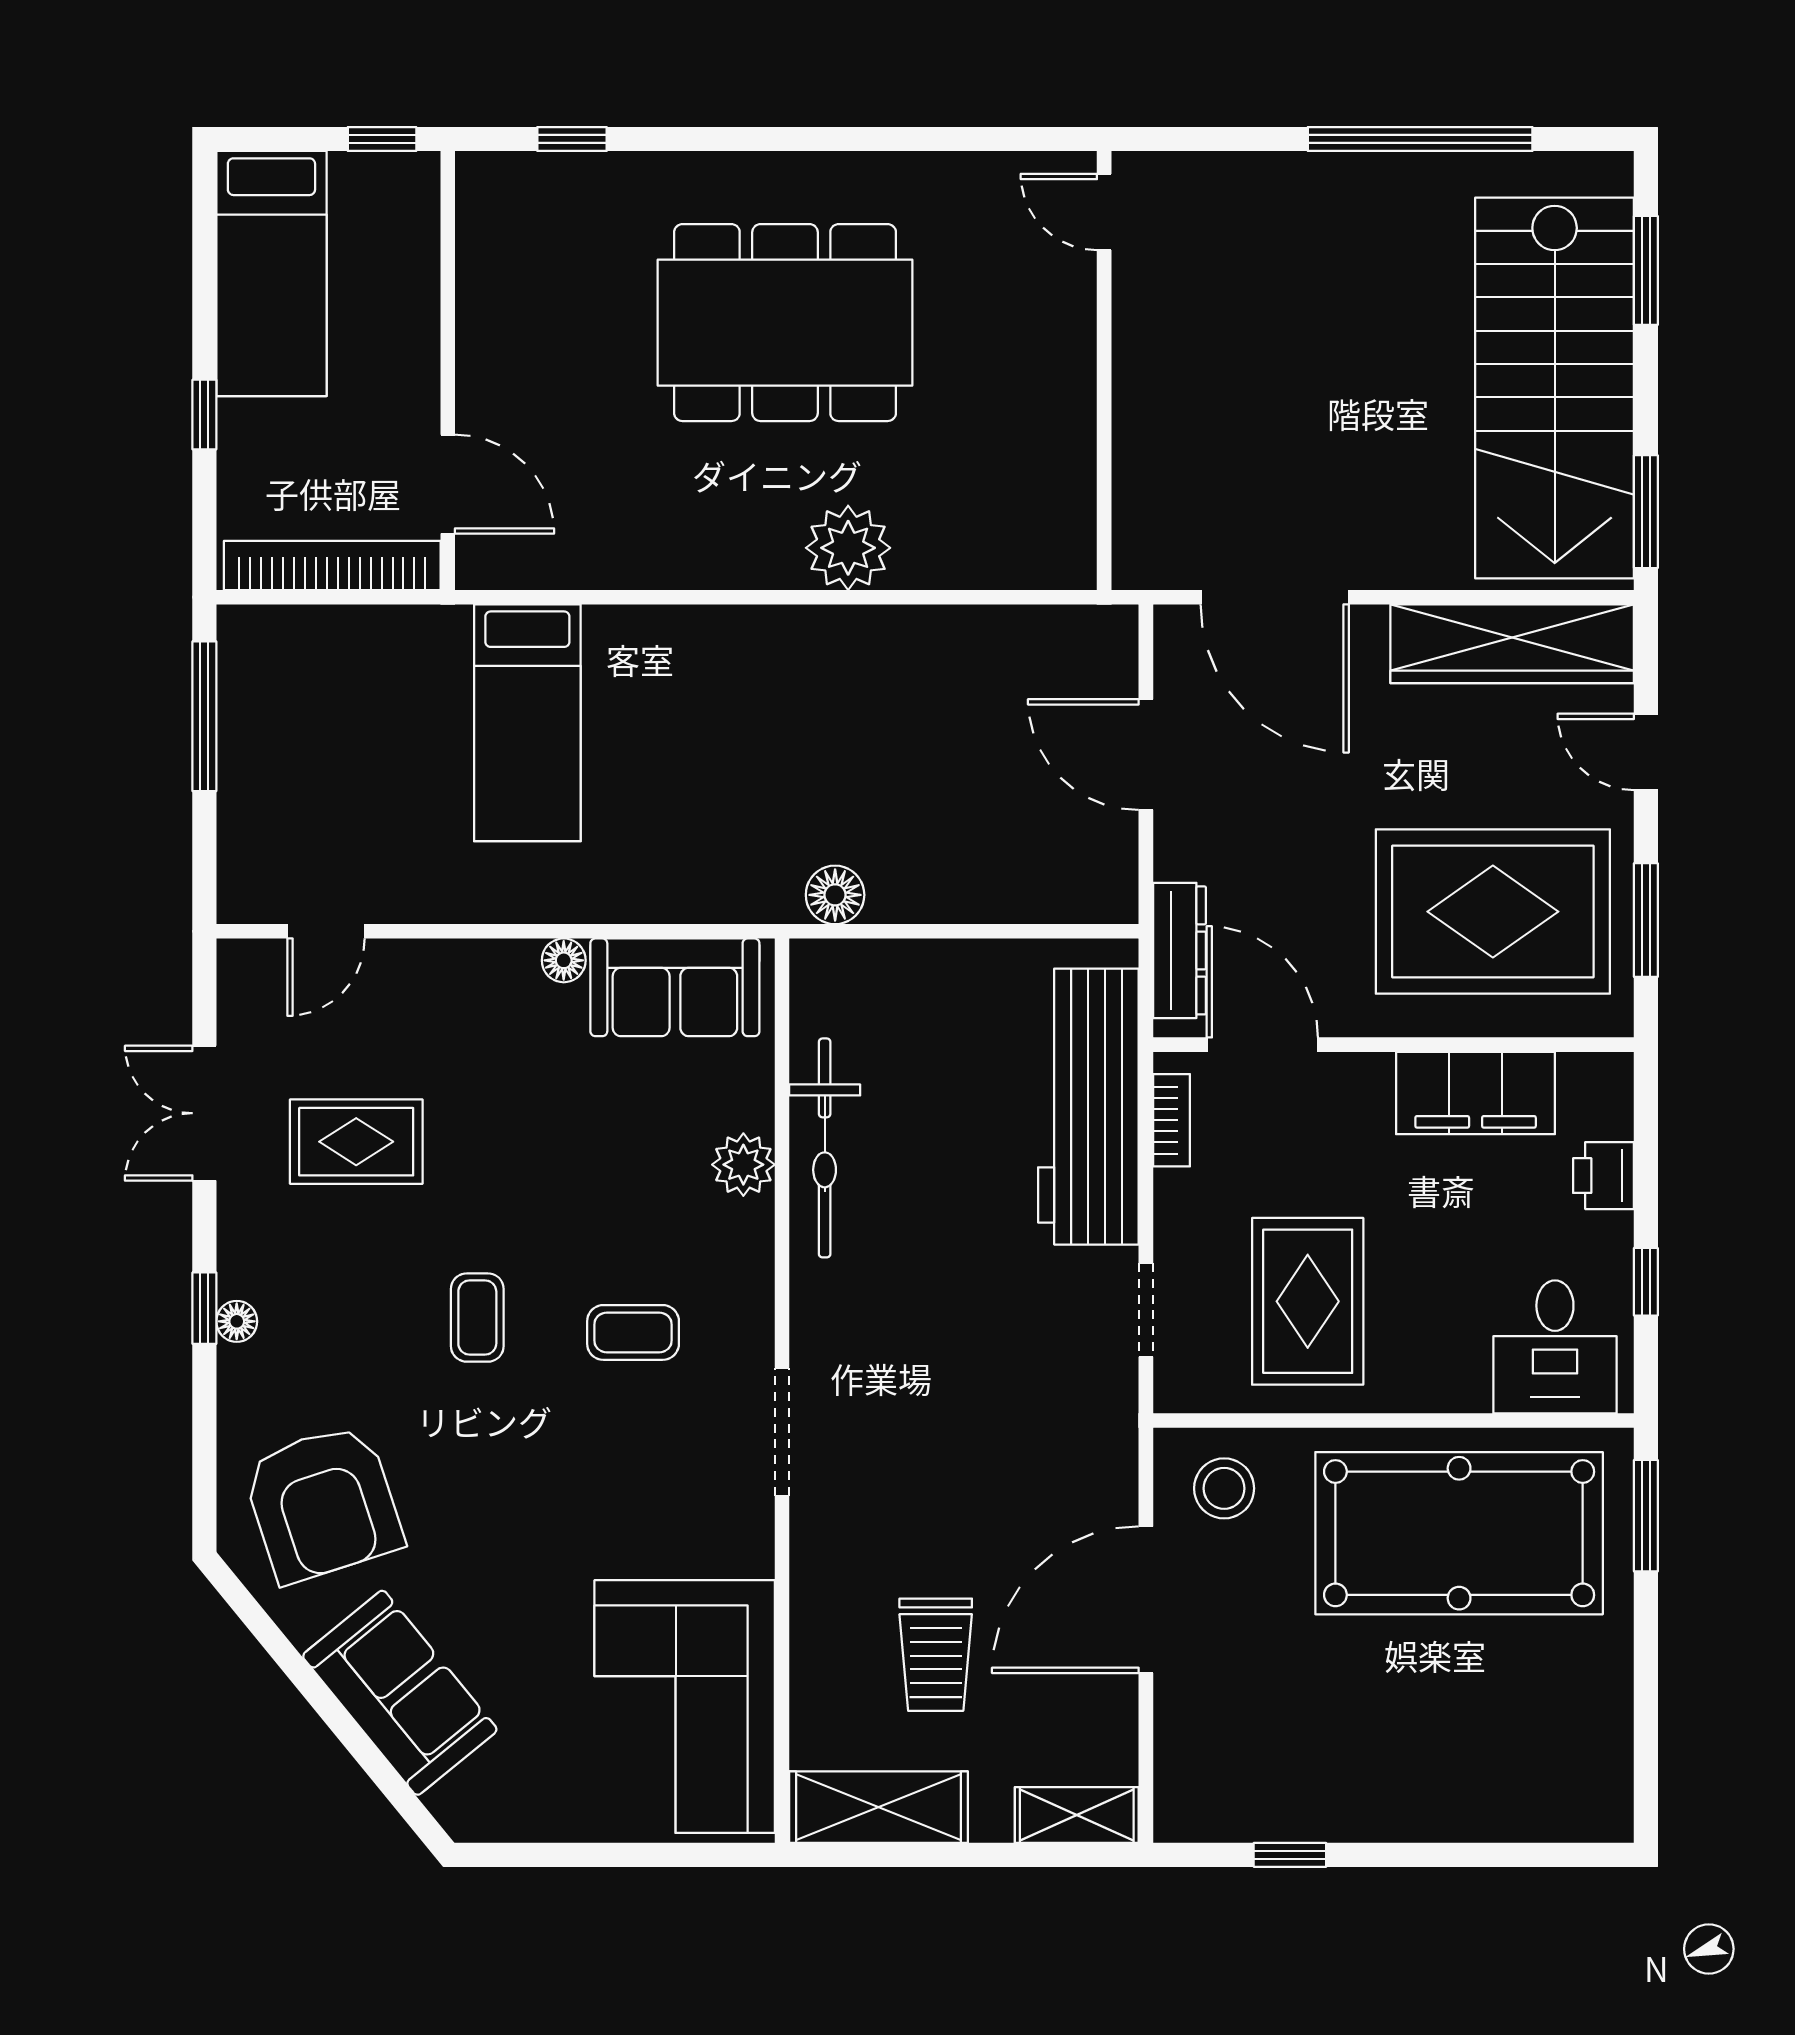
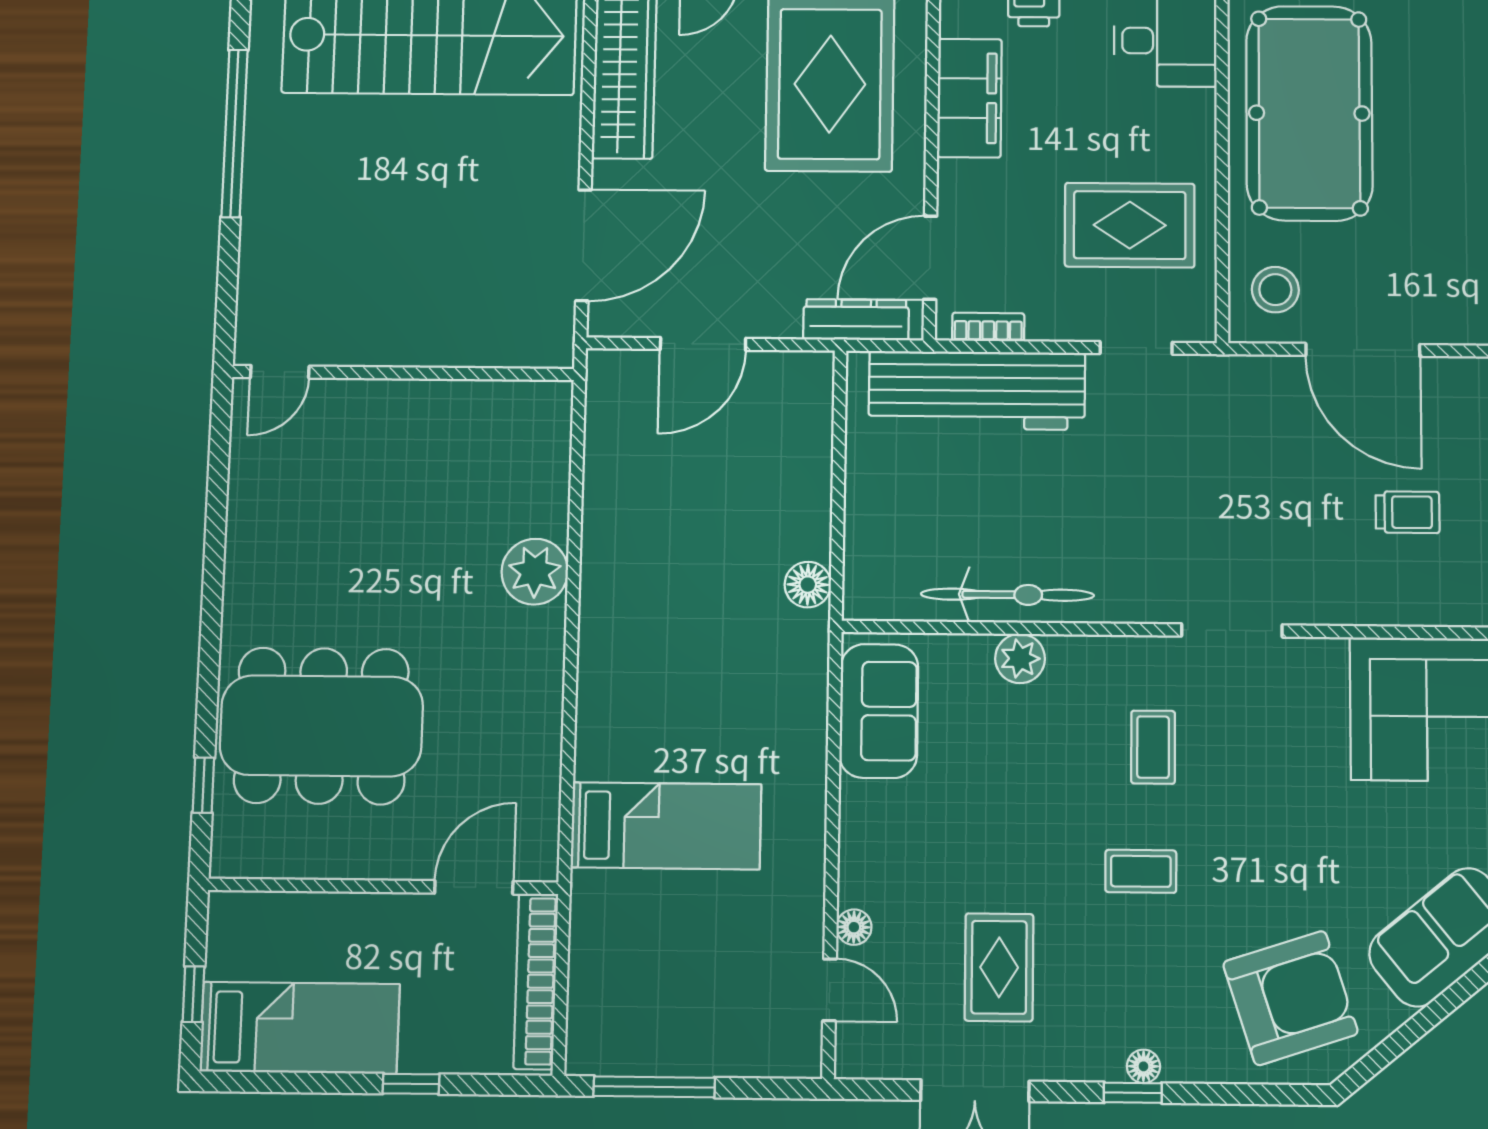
window: (382, 139) -> (193, 994), moved
dining table: (785, 323) -> (321, 726), moved, turned 90
floor lamp: (564, 960) -> (854, 927), moved
trolley: (936, 1655) -> (1408, 512), width x0.73, depth x0.72

